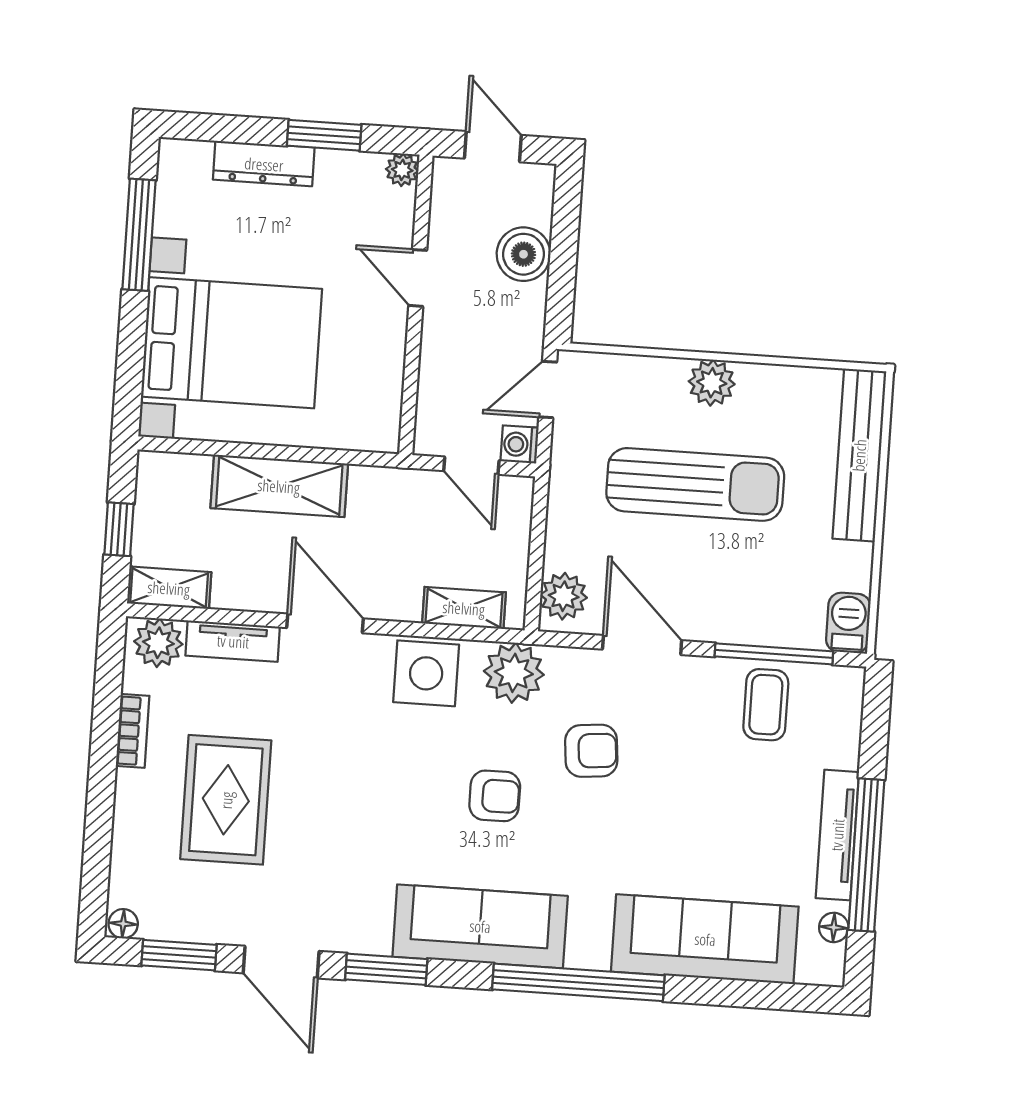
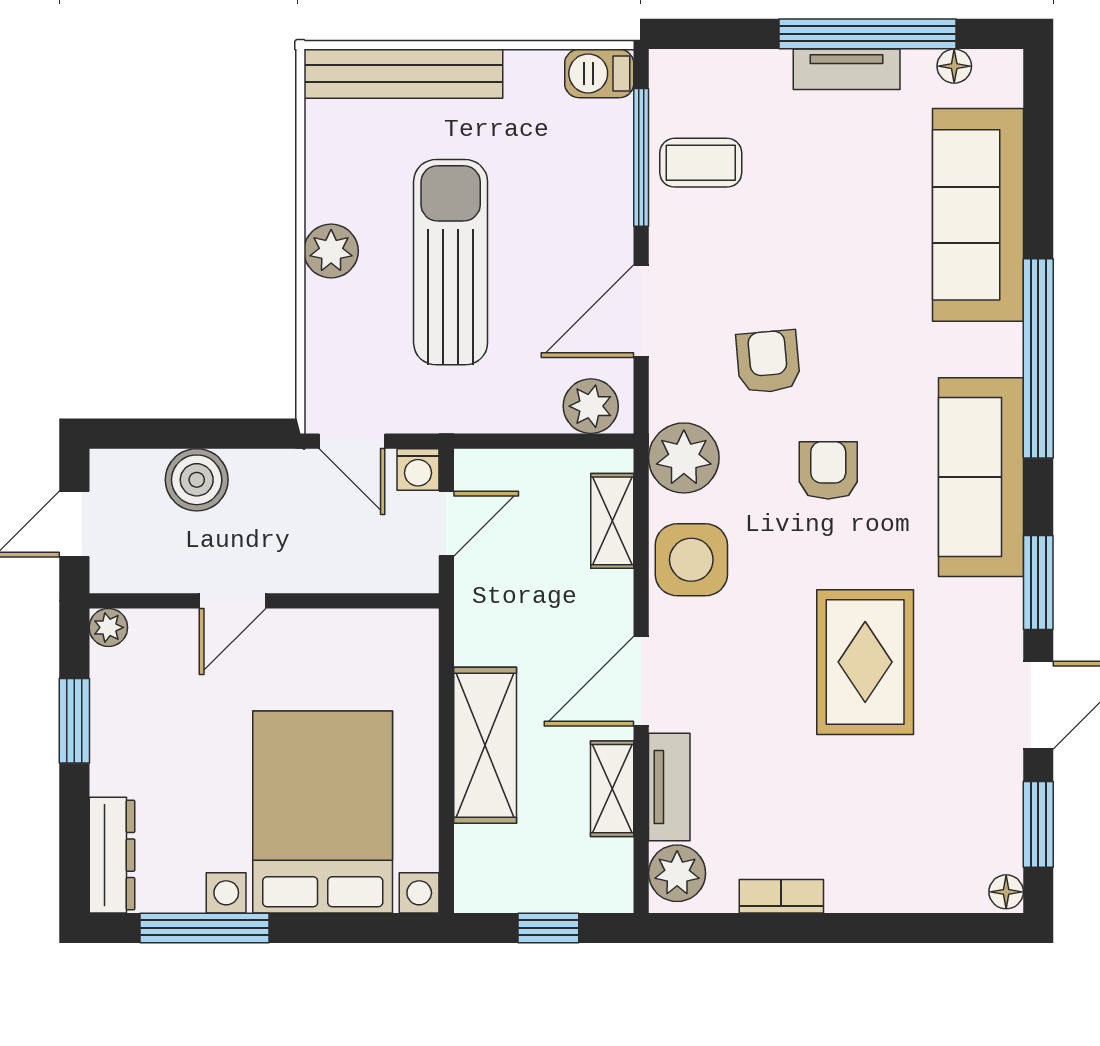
dresser: (264, 164) -> (112, 855), moved
shelving: (169, 588) -> (612, 789), moved
rug: (226, 800) -> (865, 662), moved, turned 90
tv unit: (837, 835) -> (847, 69), width x0.71

